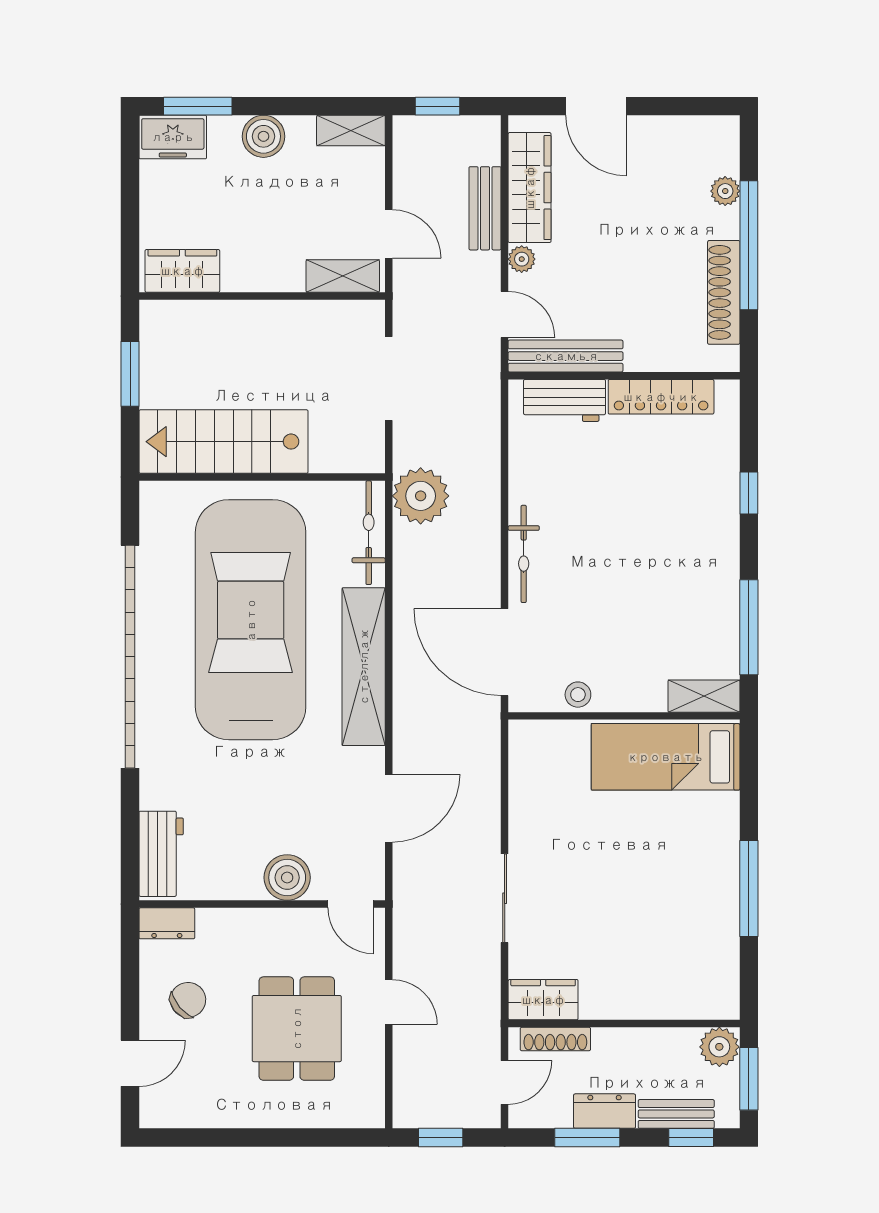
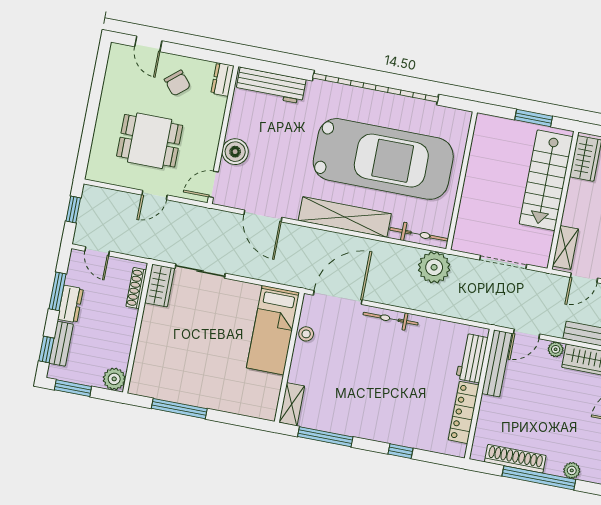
stairs: (223, 442) -> (546, 180), moved, turned 180
bed: (666, 757) -> (273, 330), moved, turned 180
workbench: (161, 854) -> (271, 85), width x1.38
wardrobe: (543, 1000) -> (160, 285), moved
wall: (624, 1023) -> (137, 328), moved
shoe rack: (555, 1039) -> (136, 288), moved
plant: (719, 1047) -> (114, 379), moved

